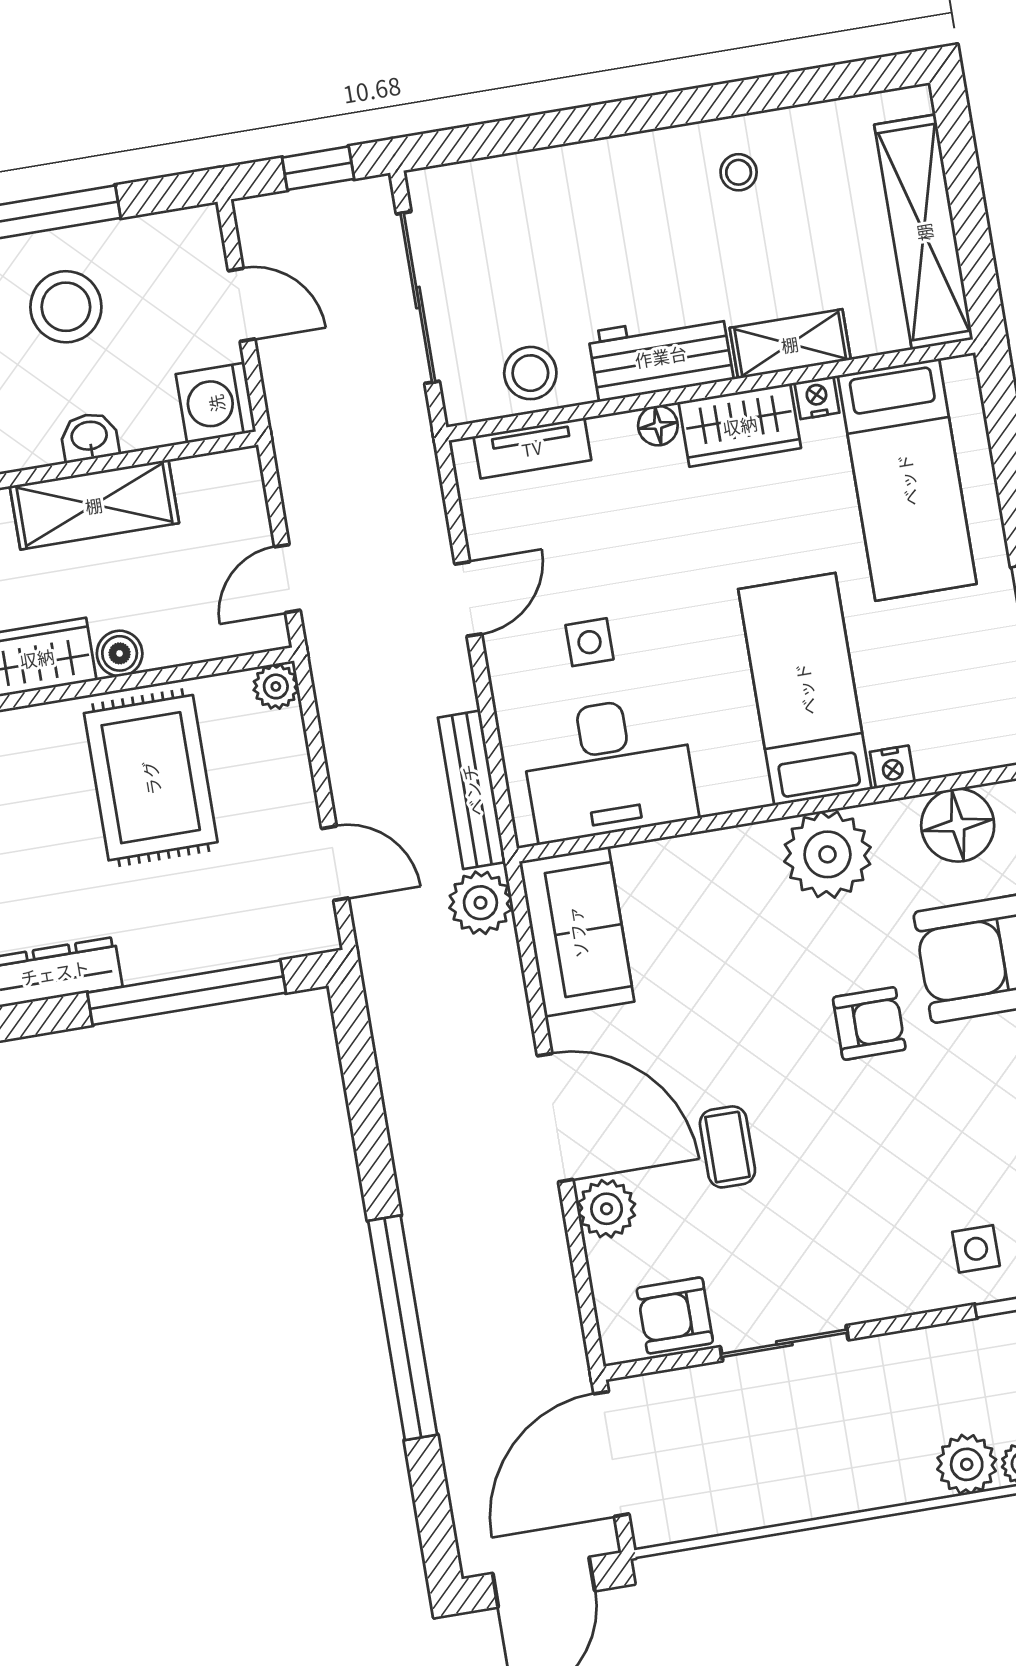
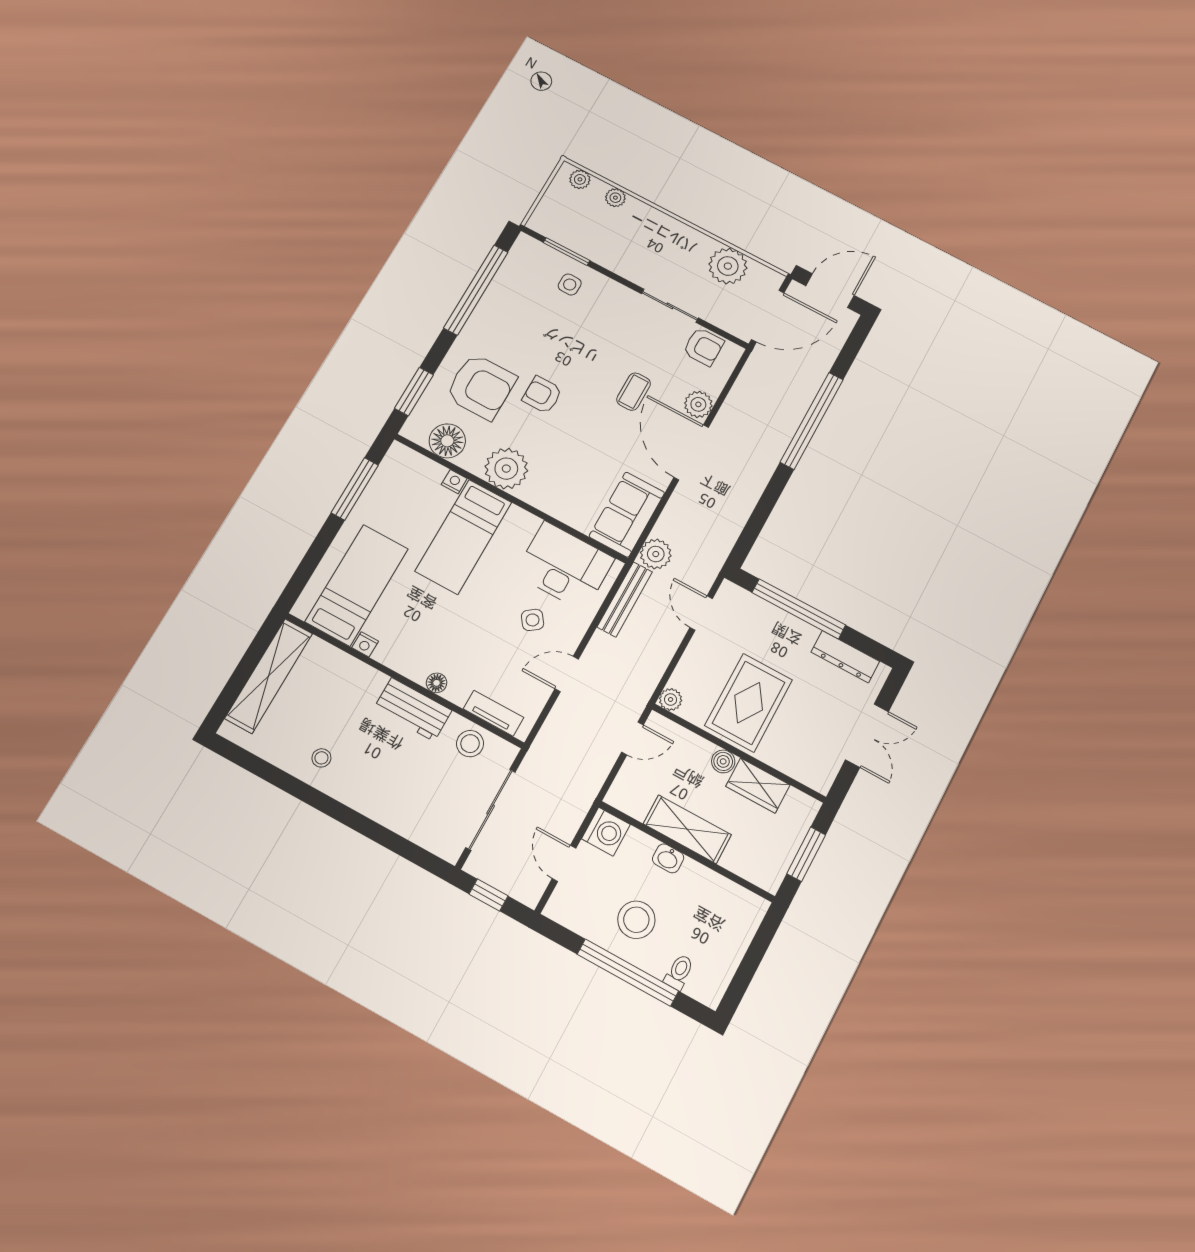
shelving: (790, 344) -> (358, 674), removed
wardrobe: (740, 425) -> (404, 658), removed
side table: (589, 642) -> (533, 620), turned -37
plant: (967, 1464) -> (728, 266), moved, width x1.36, depth x1.36

